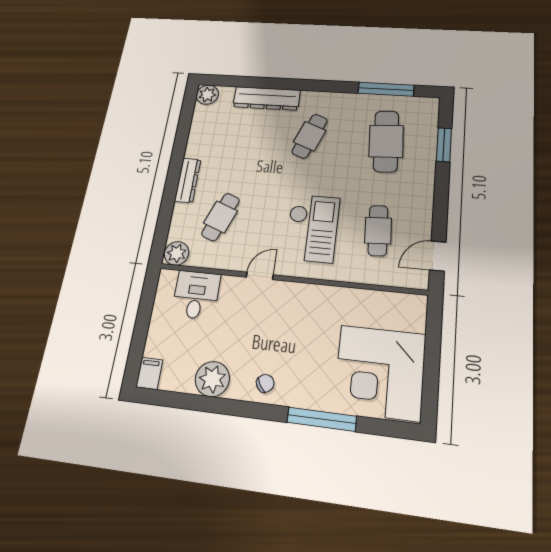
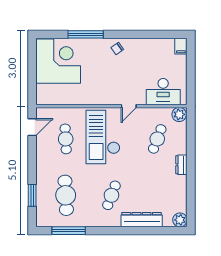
dresser: (188, 180) -> (181, 165), width x0.70
checkout: (312, 228) -> (103, 137), width x1.36, depth x1.21
desk: (196, 295) -> (163, 92), width x1.37
plant: (212, 379) -> (146, 47), removed

